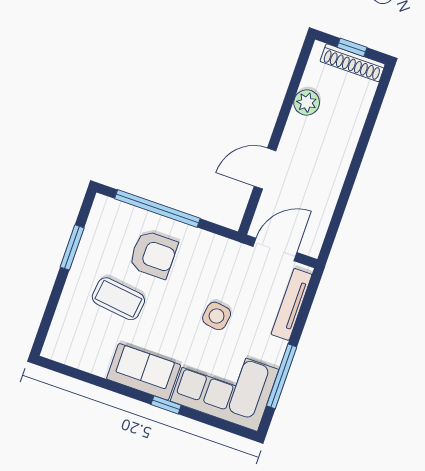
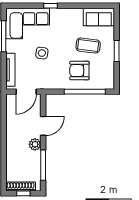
window: (292, 90) -> (43, 165), added
plant: (307, 102) -> (35, 144), moved
window: (72, 247) -> (117, 51), moved
sofa: (144, 372) -> (99, 17), moved

